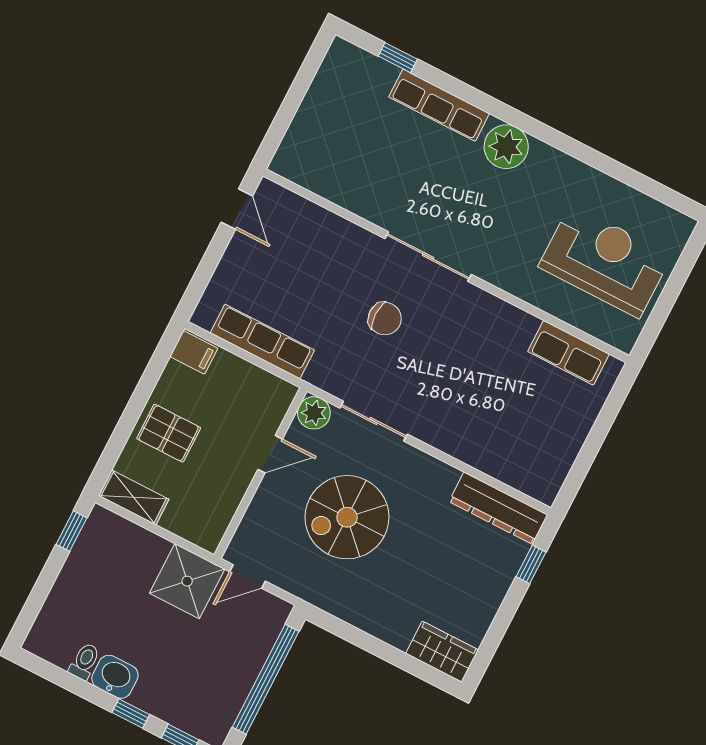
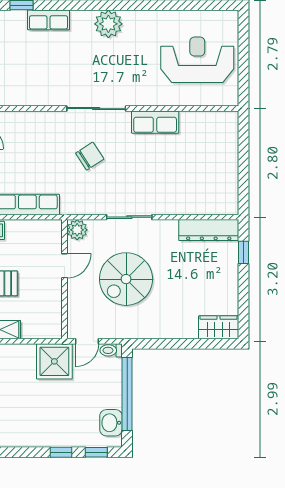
row of seats: (439, 105) -> (48, 20), width x0.68
chair: (385, 319) -> (90, 156), turned -33
row of seats: (568, 353) -> (155, 122), moved
sliding door: (374, 421) -> (129, 217), moved
toilet: (84, 661) -> (111, 350), moved, turned -90
washbasin: (115, 677) -> (111, 423), moved, turned -90

